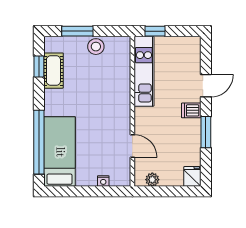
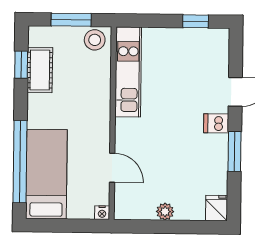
window: (155, 31) -> (196, 21), moved
kitchen unit: (144, 71) -> (128, 72), moved
wall: (132, 111) -> (113, 123), moved
door: (132, 146) -> (112, 168), moved

